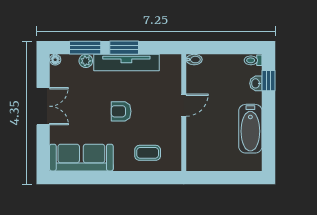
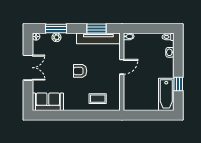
window: (124, 48) -> (97, 28), moved
tv unit: (126, 63) -> (98, 38), moved
window: (269, 81) -> (178, 84), moved
bathtub: (250, 129) -> (166, 94), moved
sofa: (81, 158) -> (48, 102), width x0.73

